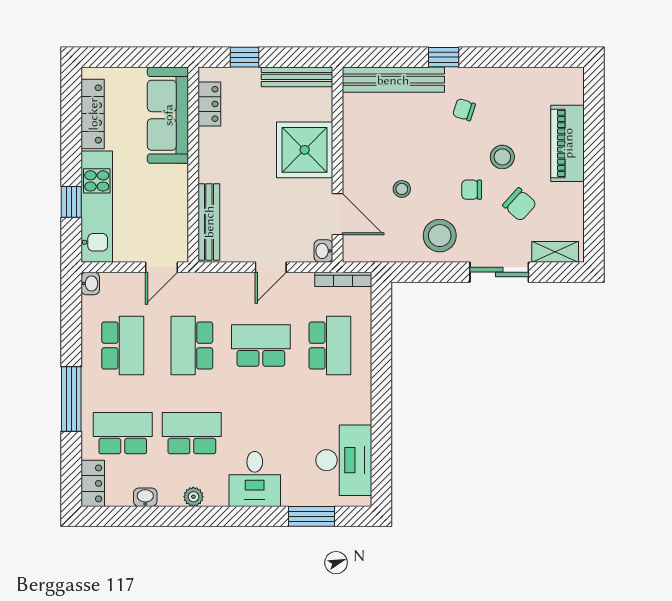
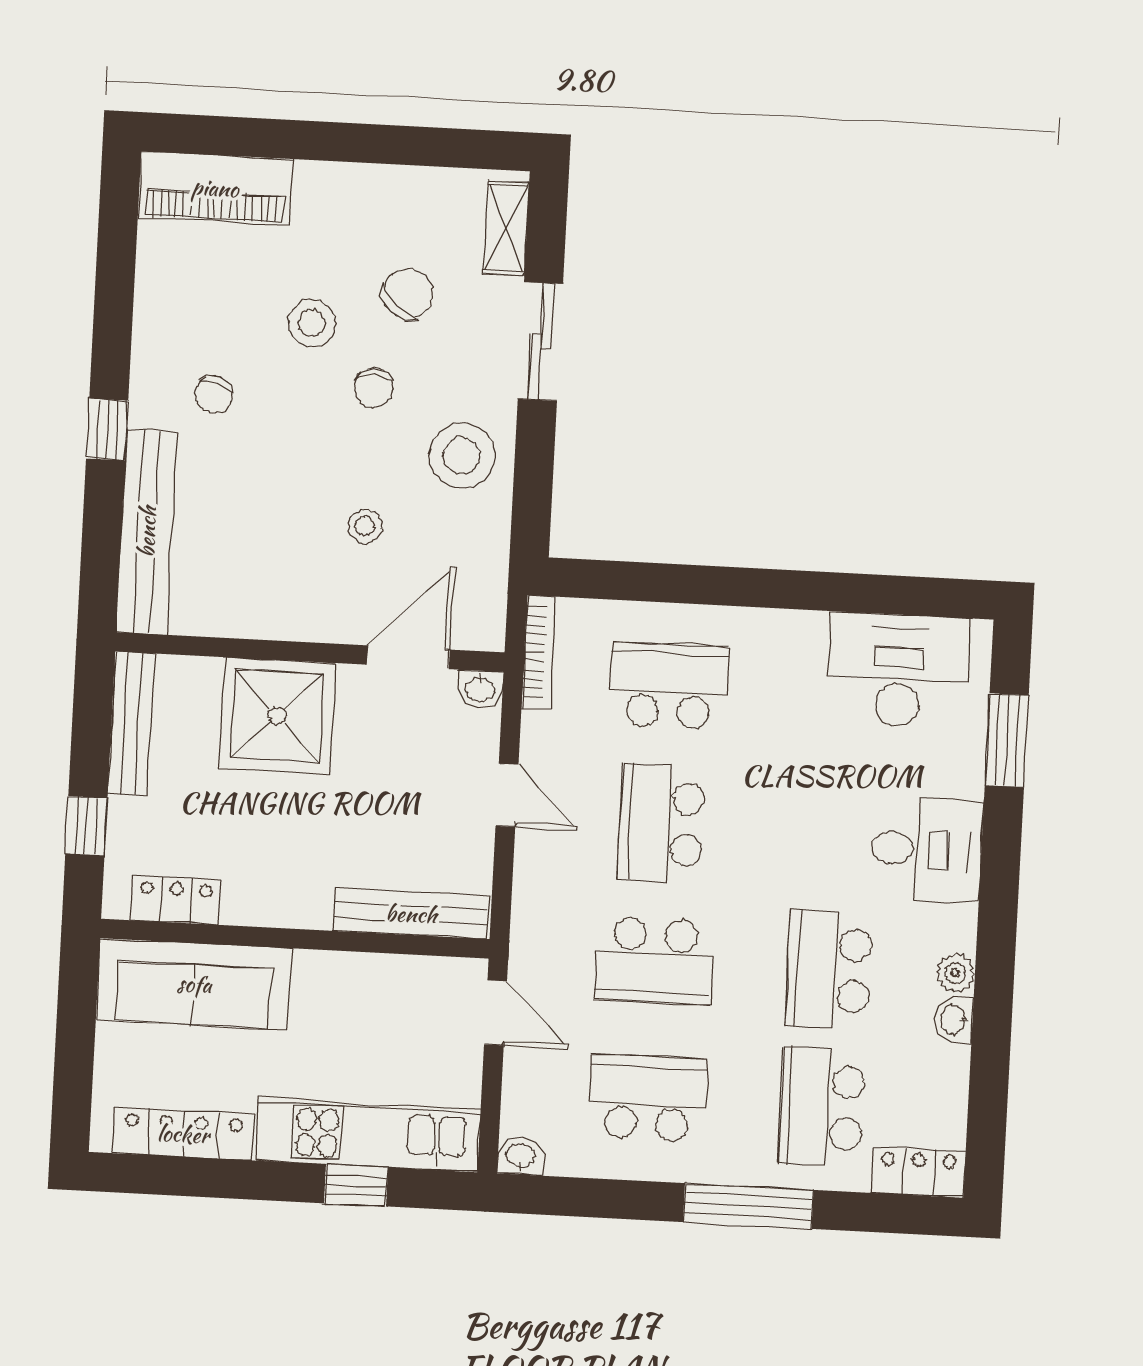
piano: (568, 143) -> (215, 188), moved
washbasin: (145, 497) -> (954, 1020), moved

